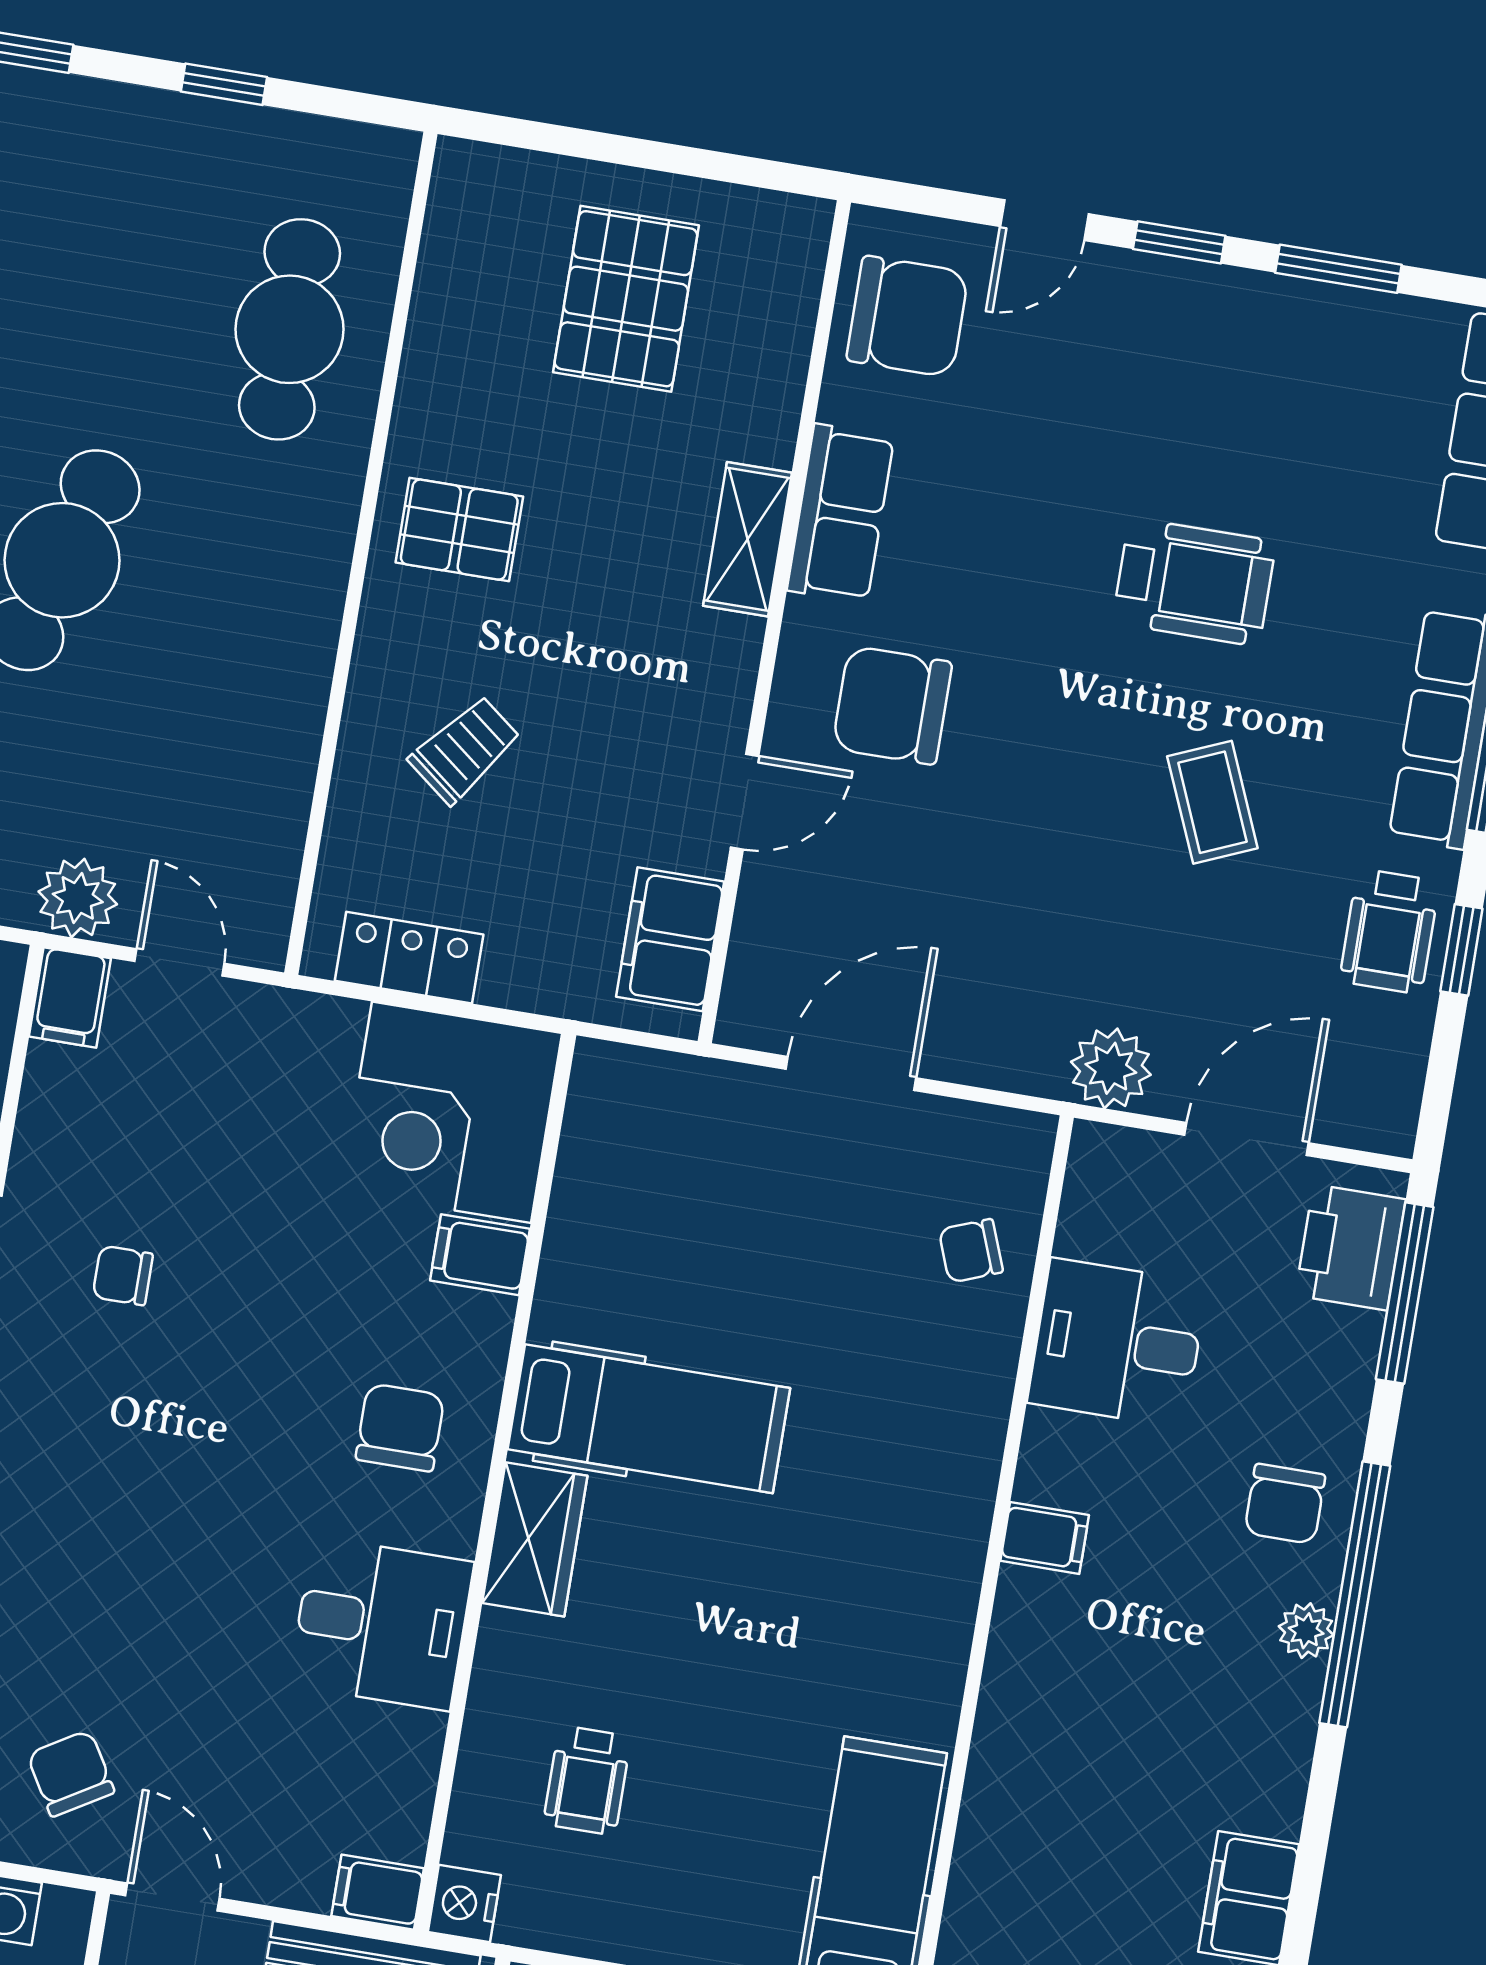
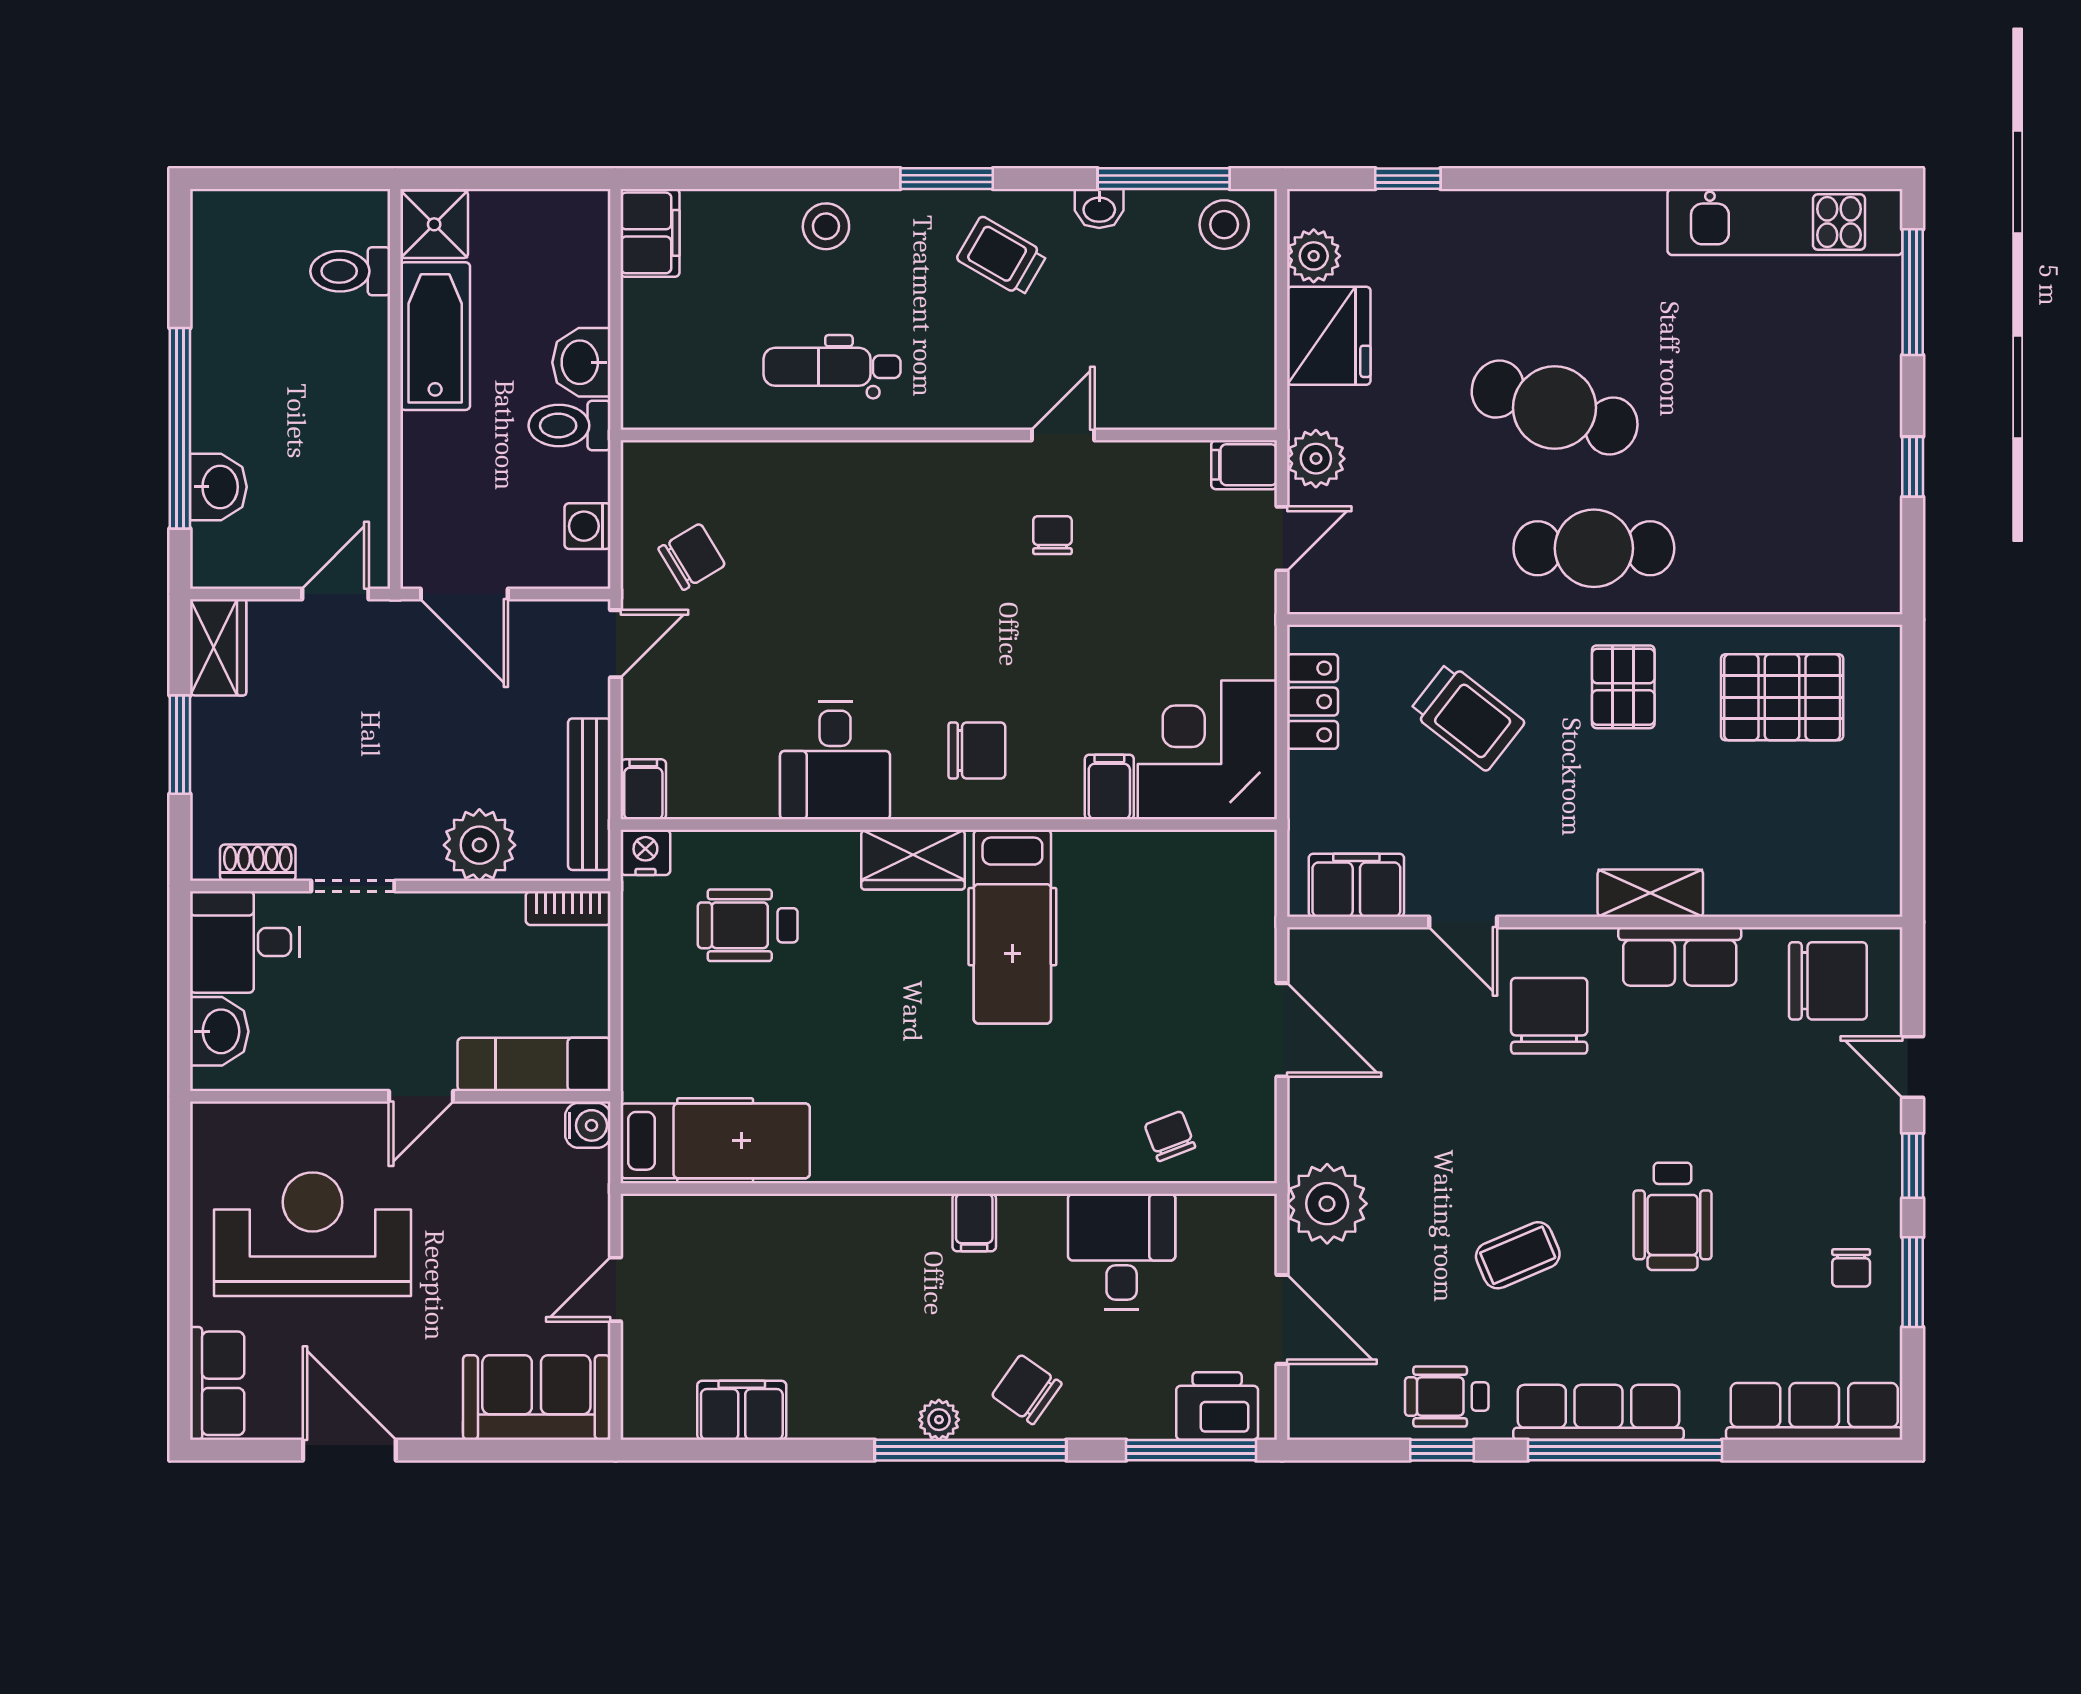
pallet: (626, 299) -> (1782, 697), moved
chair: (908, 316) -> (1828, 981), turned -90
cafe table: (290, 329) -> (1594, 548), moved
chair: (1305, 350) -> (1851, 1268), added
trolley: (465, 750) -> (1467, 717), width x1.36, depth x1.39
plant: (1111, 1068) -> (1327, 1204), width x1.36, depth x1.36
chair: (1285, 1504) -> (1027, 1390), turned 35
wheelchair: (587, 1780) -> (748, 925), width x1.36, depth x1.37

